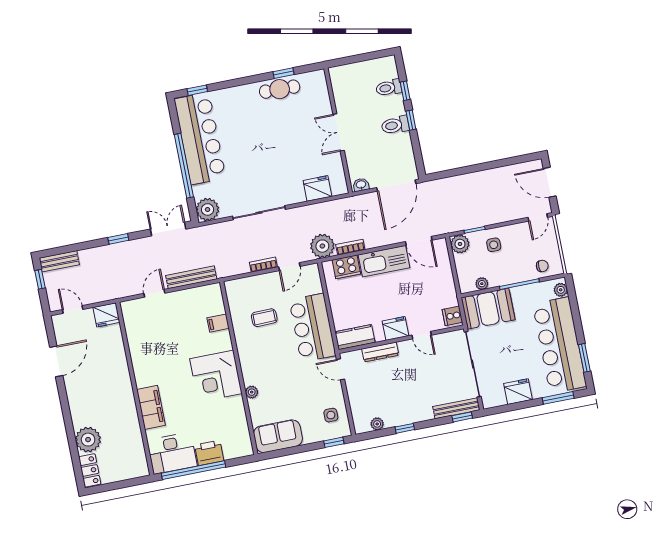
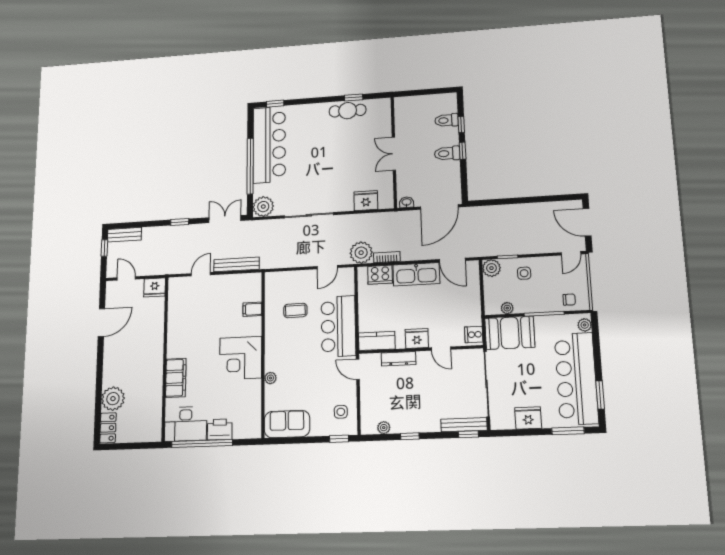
bookcase: (263, 265) -> (304, 262), removed

